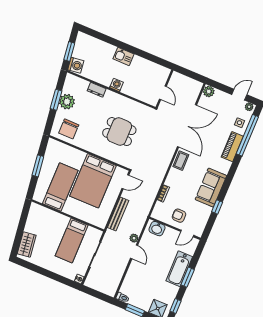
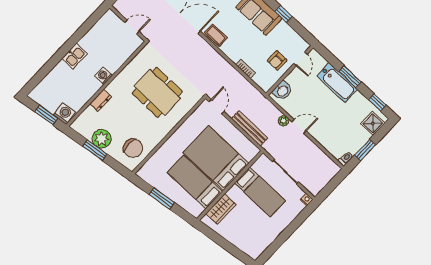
dining table: (119, 132) -> (157, 92), width x1.38
bed: (93, 181) -> (216, 158), moved, turned 180
wardrobe: (27, 245) -> (221, 209), moved, turned 97

